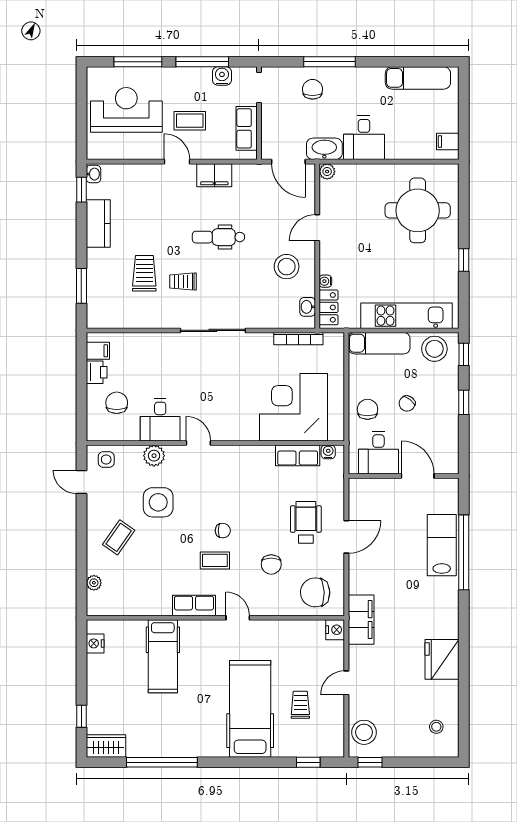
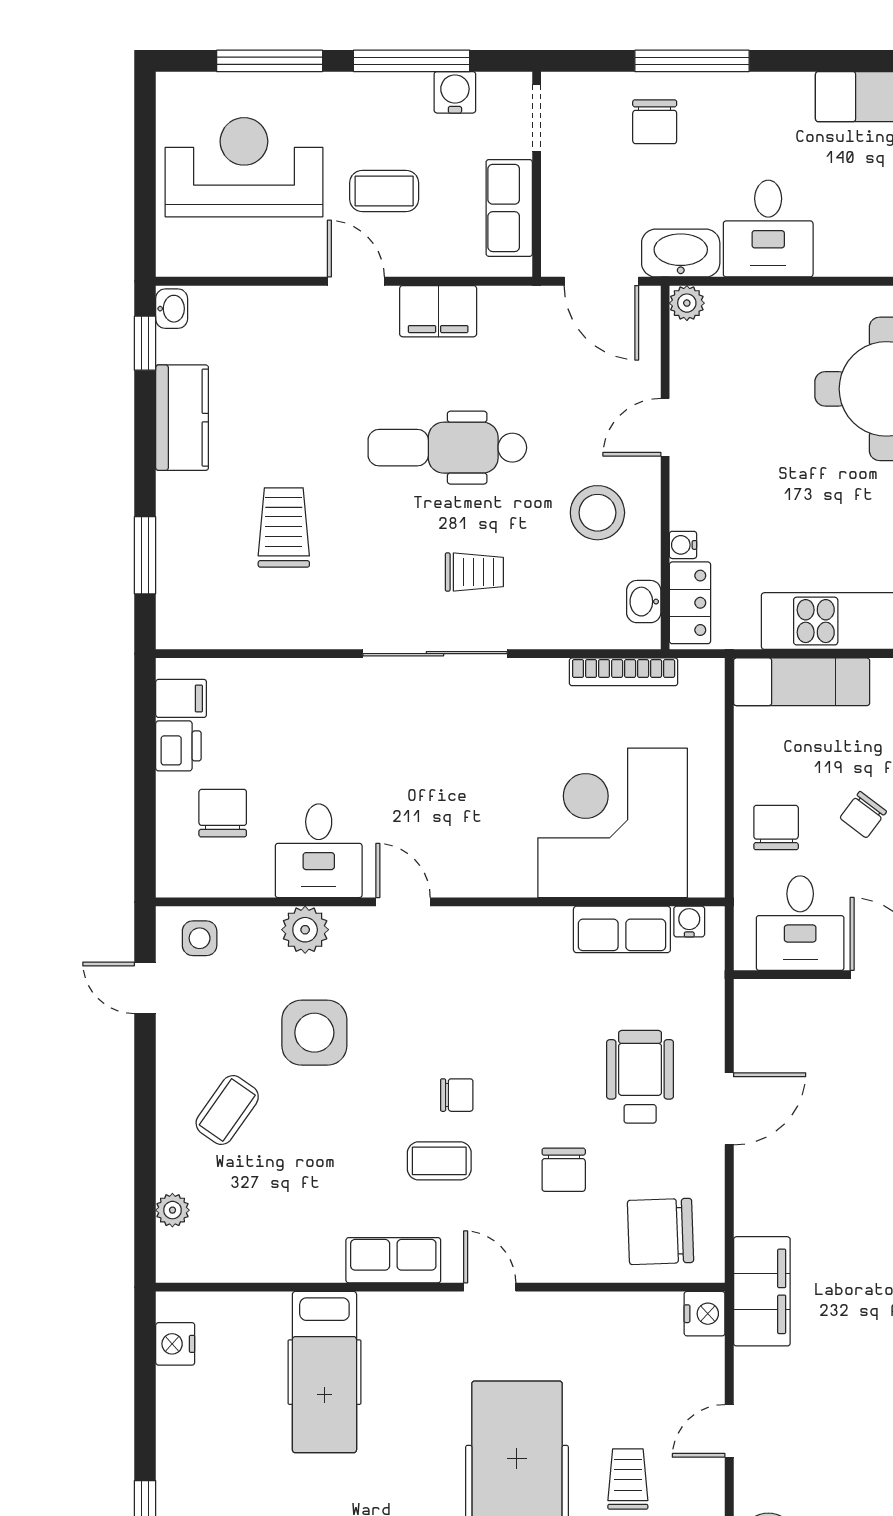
chair: (313, 89) -> (655, 122), turned 180
dental chair: (218, 237) -> (447, 448), width x1.36, depth x1.38
trolley: (183, 282) -> (474, 572), moved, turned 180

